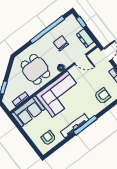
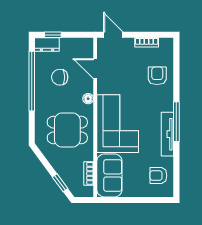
dresser: (85, 38) -> (47, 45), moved
door: (80, 59) -> (95, 69), swing flipped

